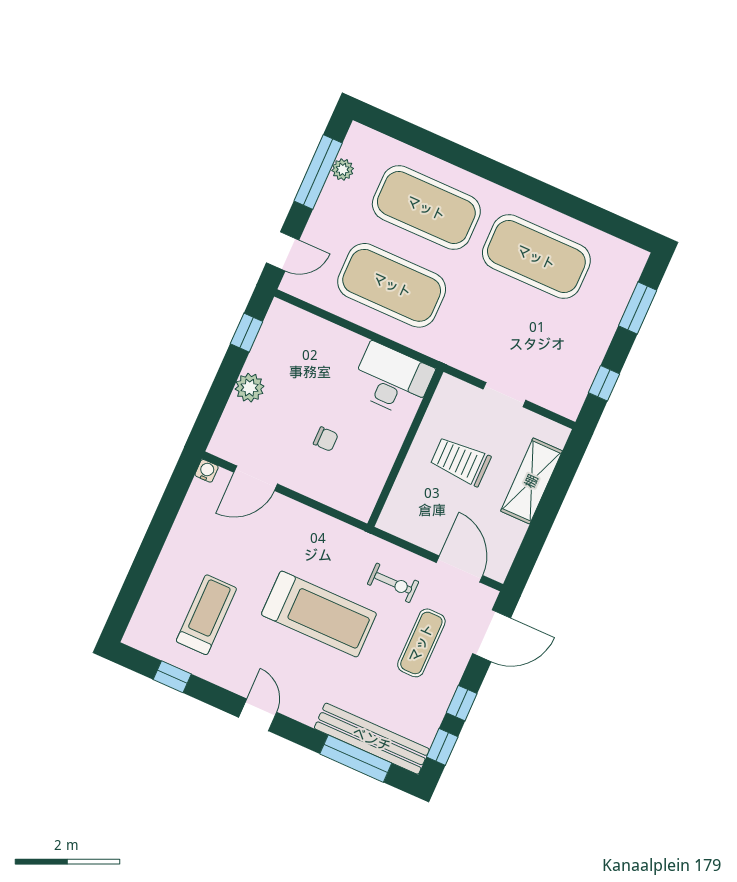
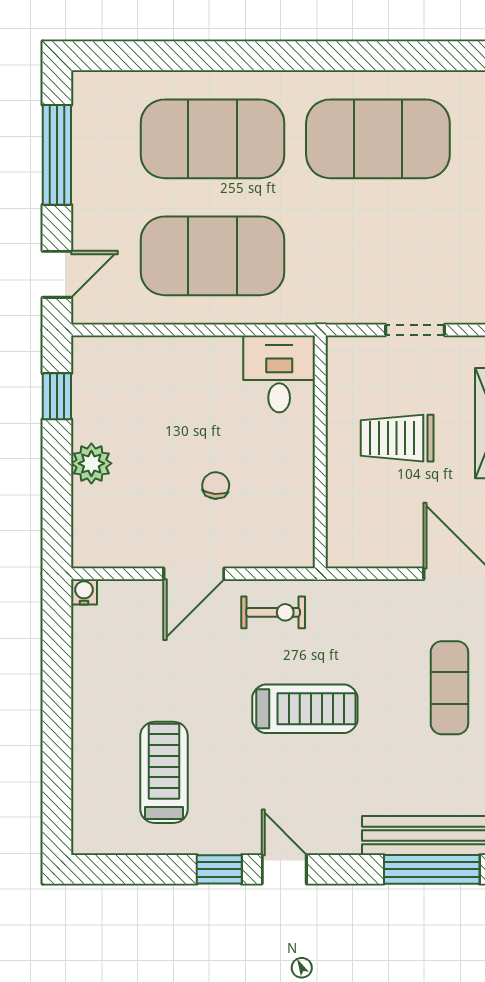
plant: (343, 170) -> (86, 138), removed
desk: (392, 380) -> (279, 374), width x0.73
chair: (326, 439) -> (216, 485), turned -85
door: (256, 478) -> (194, 574), moved
exercise bike: (393, 583) -> (273, 612), moved
treadmill: (319, 614) -> (305, 709), width x0.73, depth x0.73
window: (172, 677) -> (219, 869), moved

